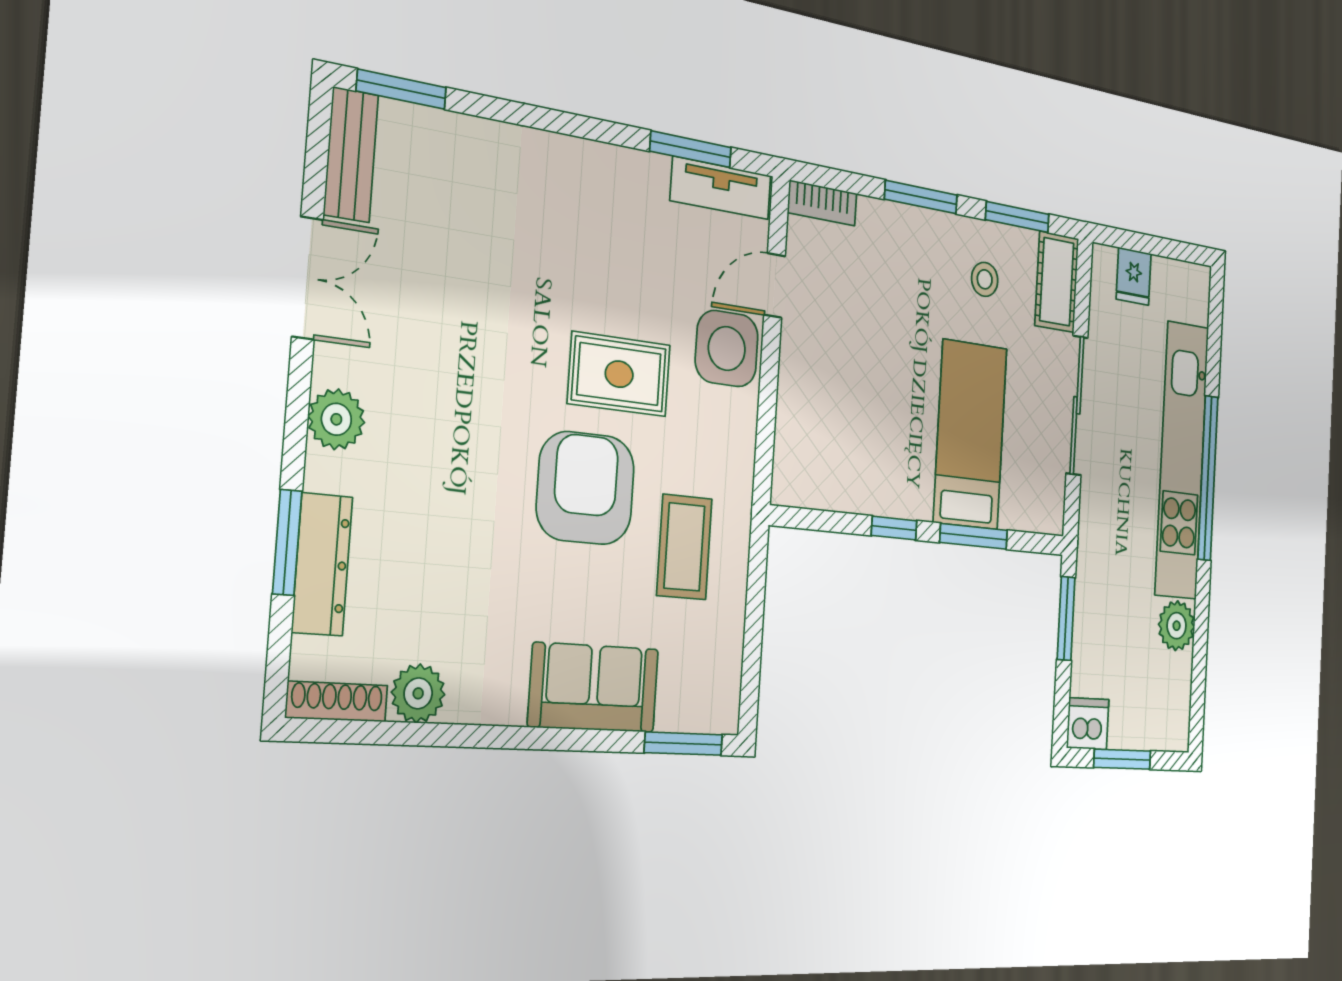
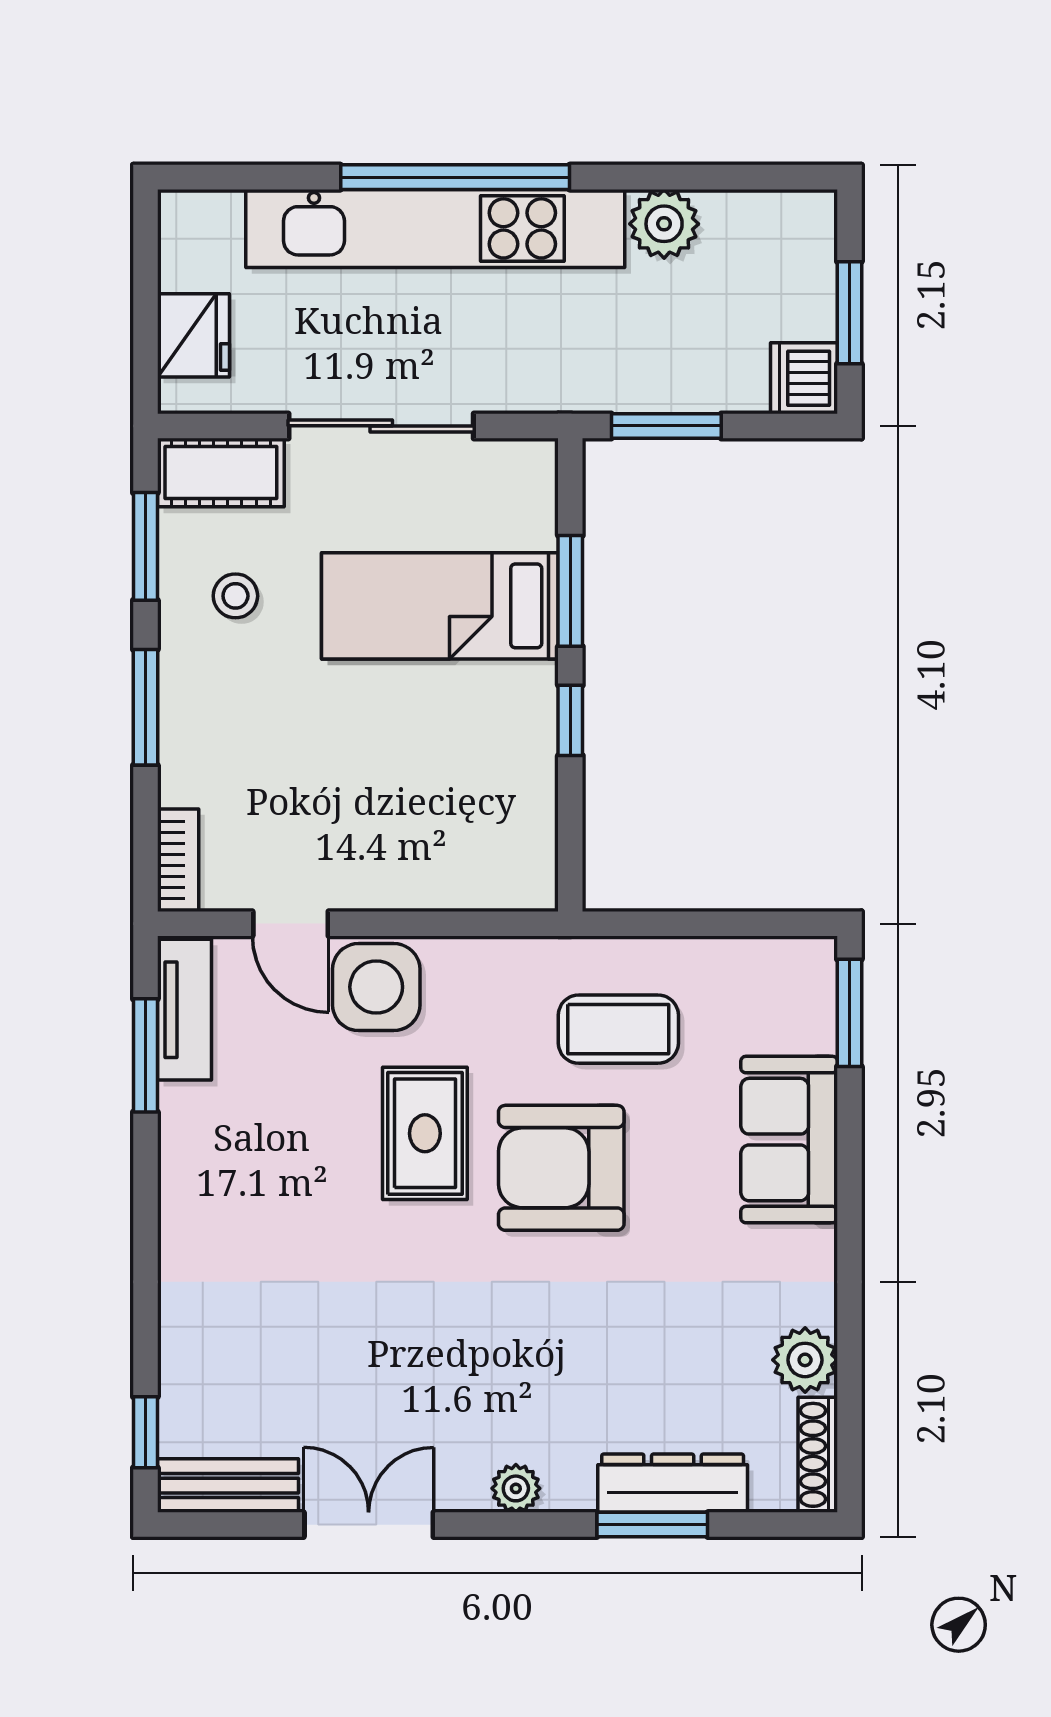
window: (401, 89) -> (145, 1432), width x0.67
fridge: (1134, 276) -> (193, 335), width x1.38
plant: (336, 419) -> (516, 1488), width x0.73, depth x0.73

